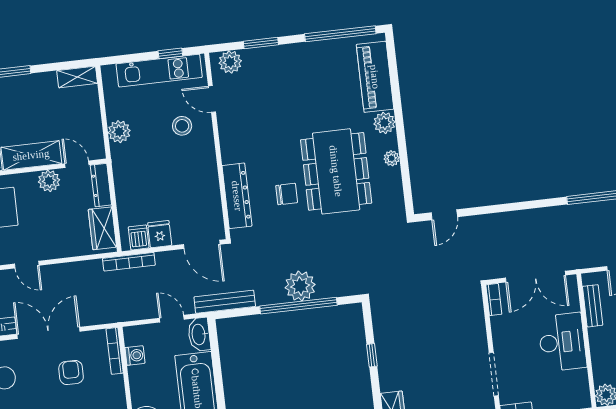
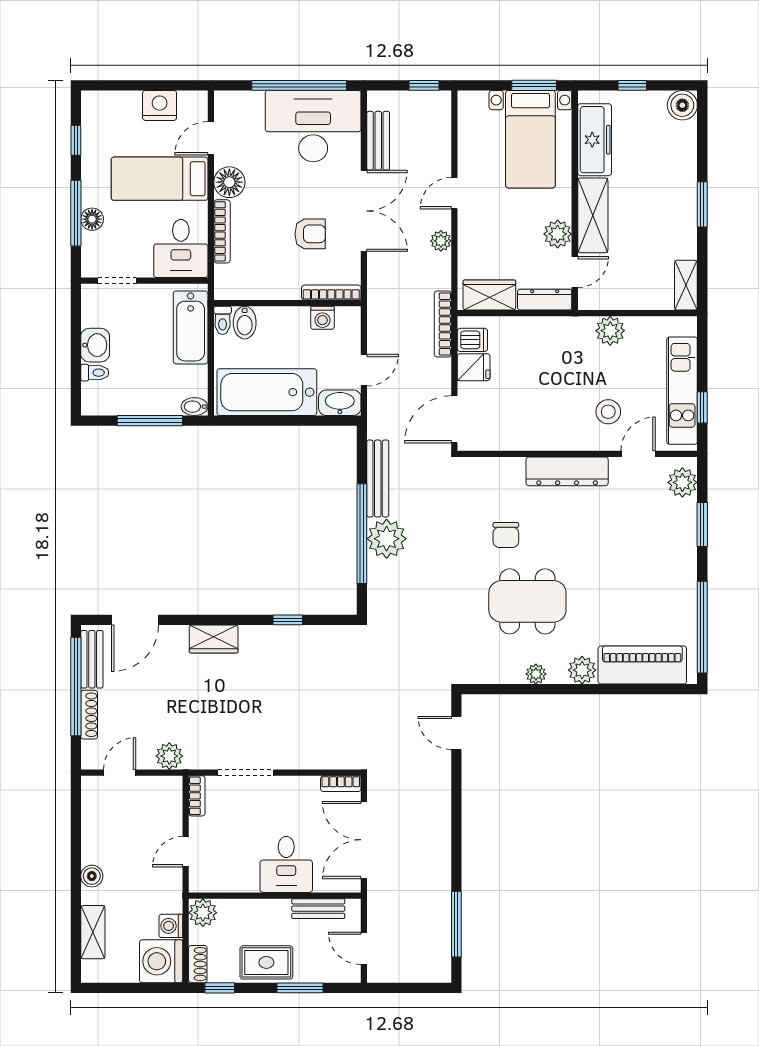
dining table: (336, 171) -> (527, 601), width x0.73, depth x0.80
dresser: (237, 196) -> (567, 471), moved
plant: (65, 271) -> (441, 241), added
bench: (225, 302) -> (378, 478), moved
desk: (562, 342) -> (286, 864), width x0.73

